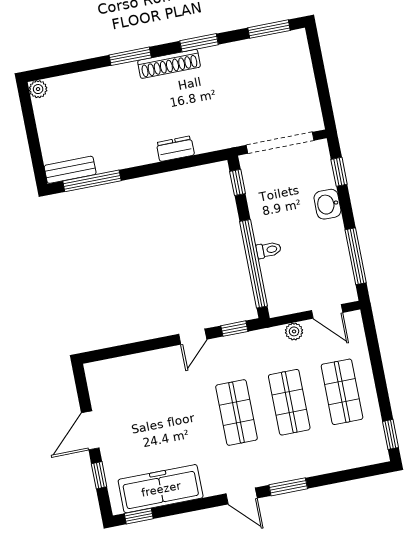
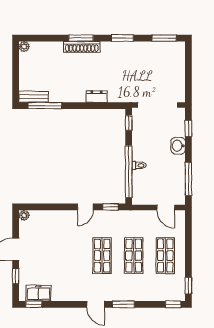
shoe rack: (169, 64) -> (82, 47), moved
plant: (294, 331) -> (24, 215), moved
window: (371, 471) -> (173, 304), added
freezer: (161, 489) -> (38, 293), width x0.52, depth x0.79

